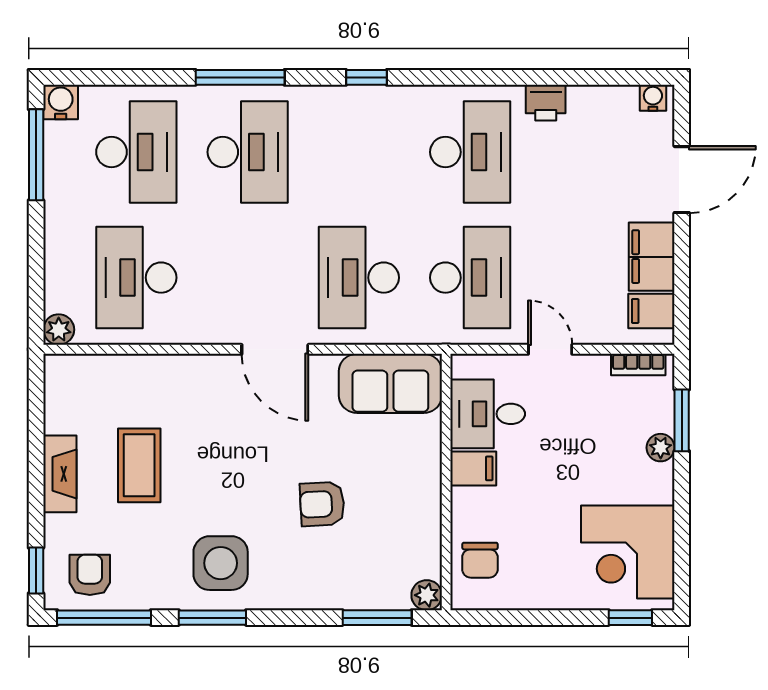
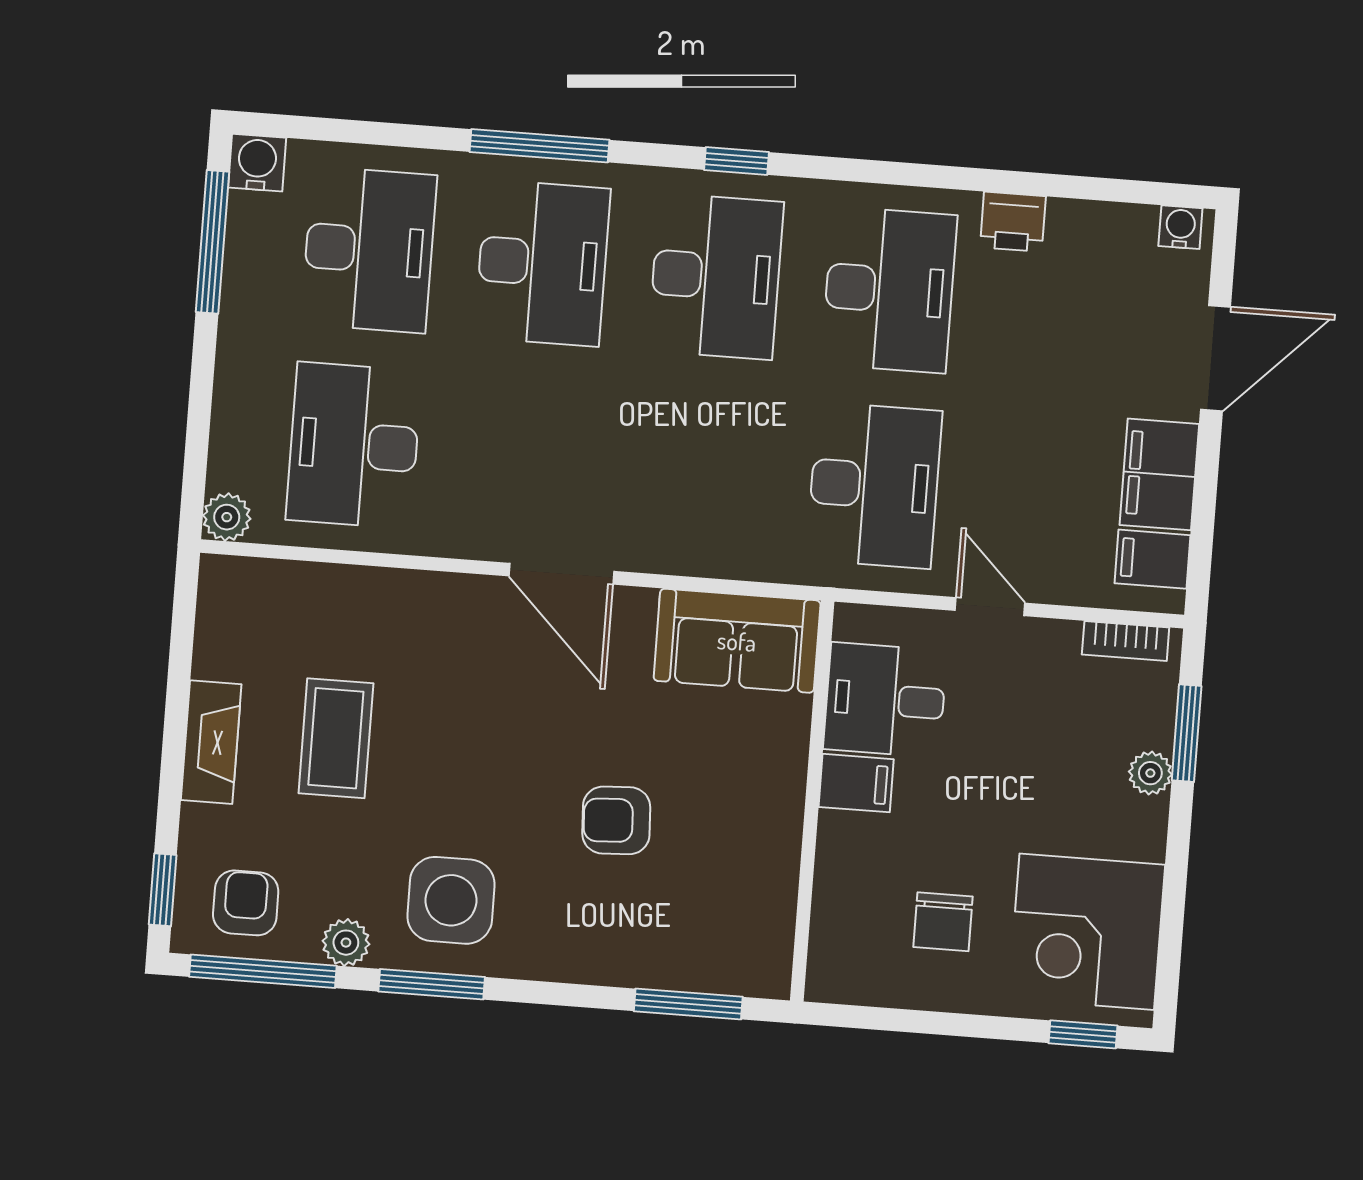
desk: (359, 278) -> (716, 276), moved, turned 180
chair: (480, 560) -> (943, 922), moved
plant: (427, 595) -> (346, 943), moved

